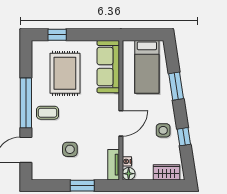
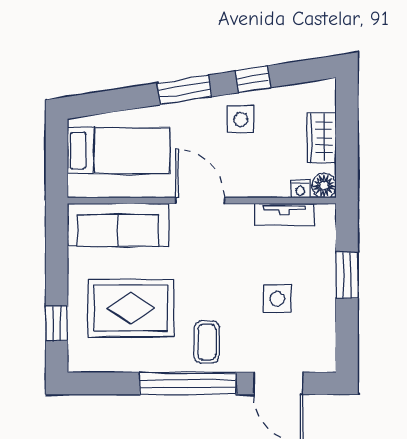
window: (176, 86) -> (185, 90), moved
door: (121, 123) -> (200, 201), moved
tv unit: (114, 165) -> (284, 215), moved
wardrobe: (167, 172) -> (321, 138), moved

